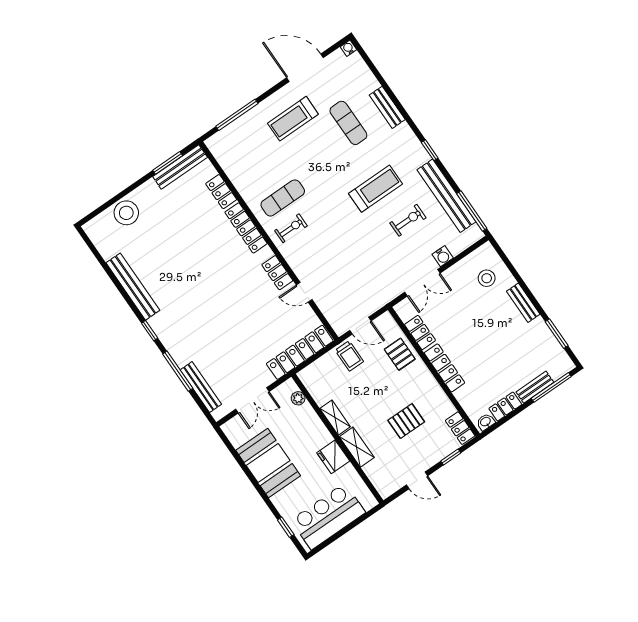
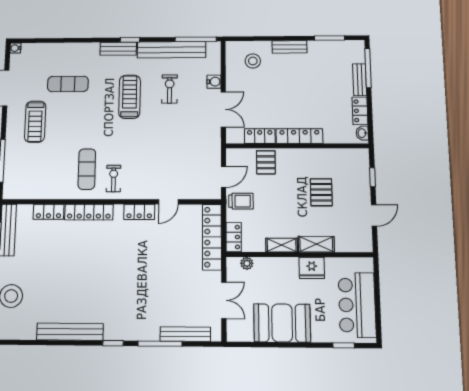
bench: (387, 107) -> (118, 49), moved
pallet: (400, 354) -> (266, 162), turned 90
locker: (460, 428) -> (234, 237), moved, turned -90

